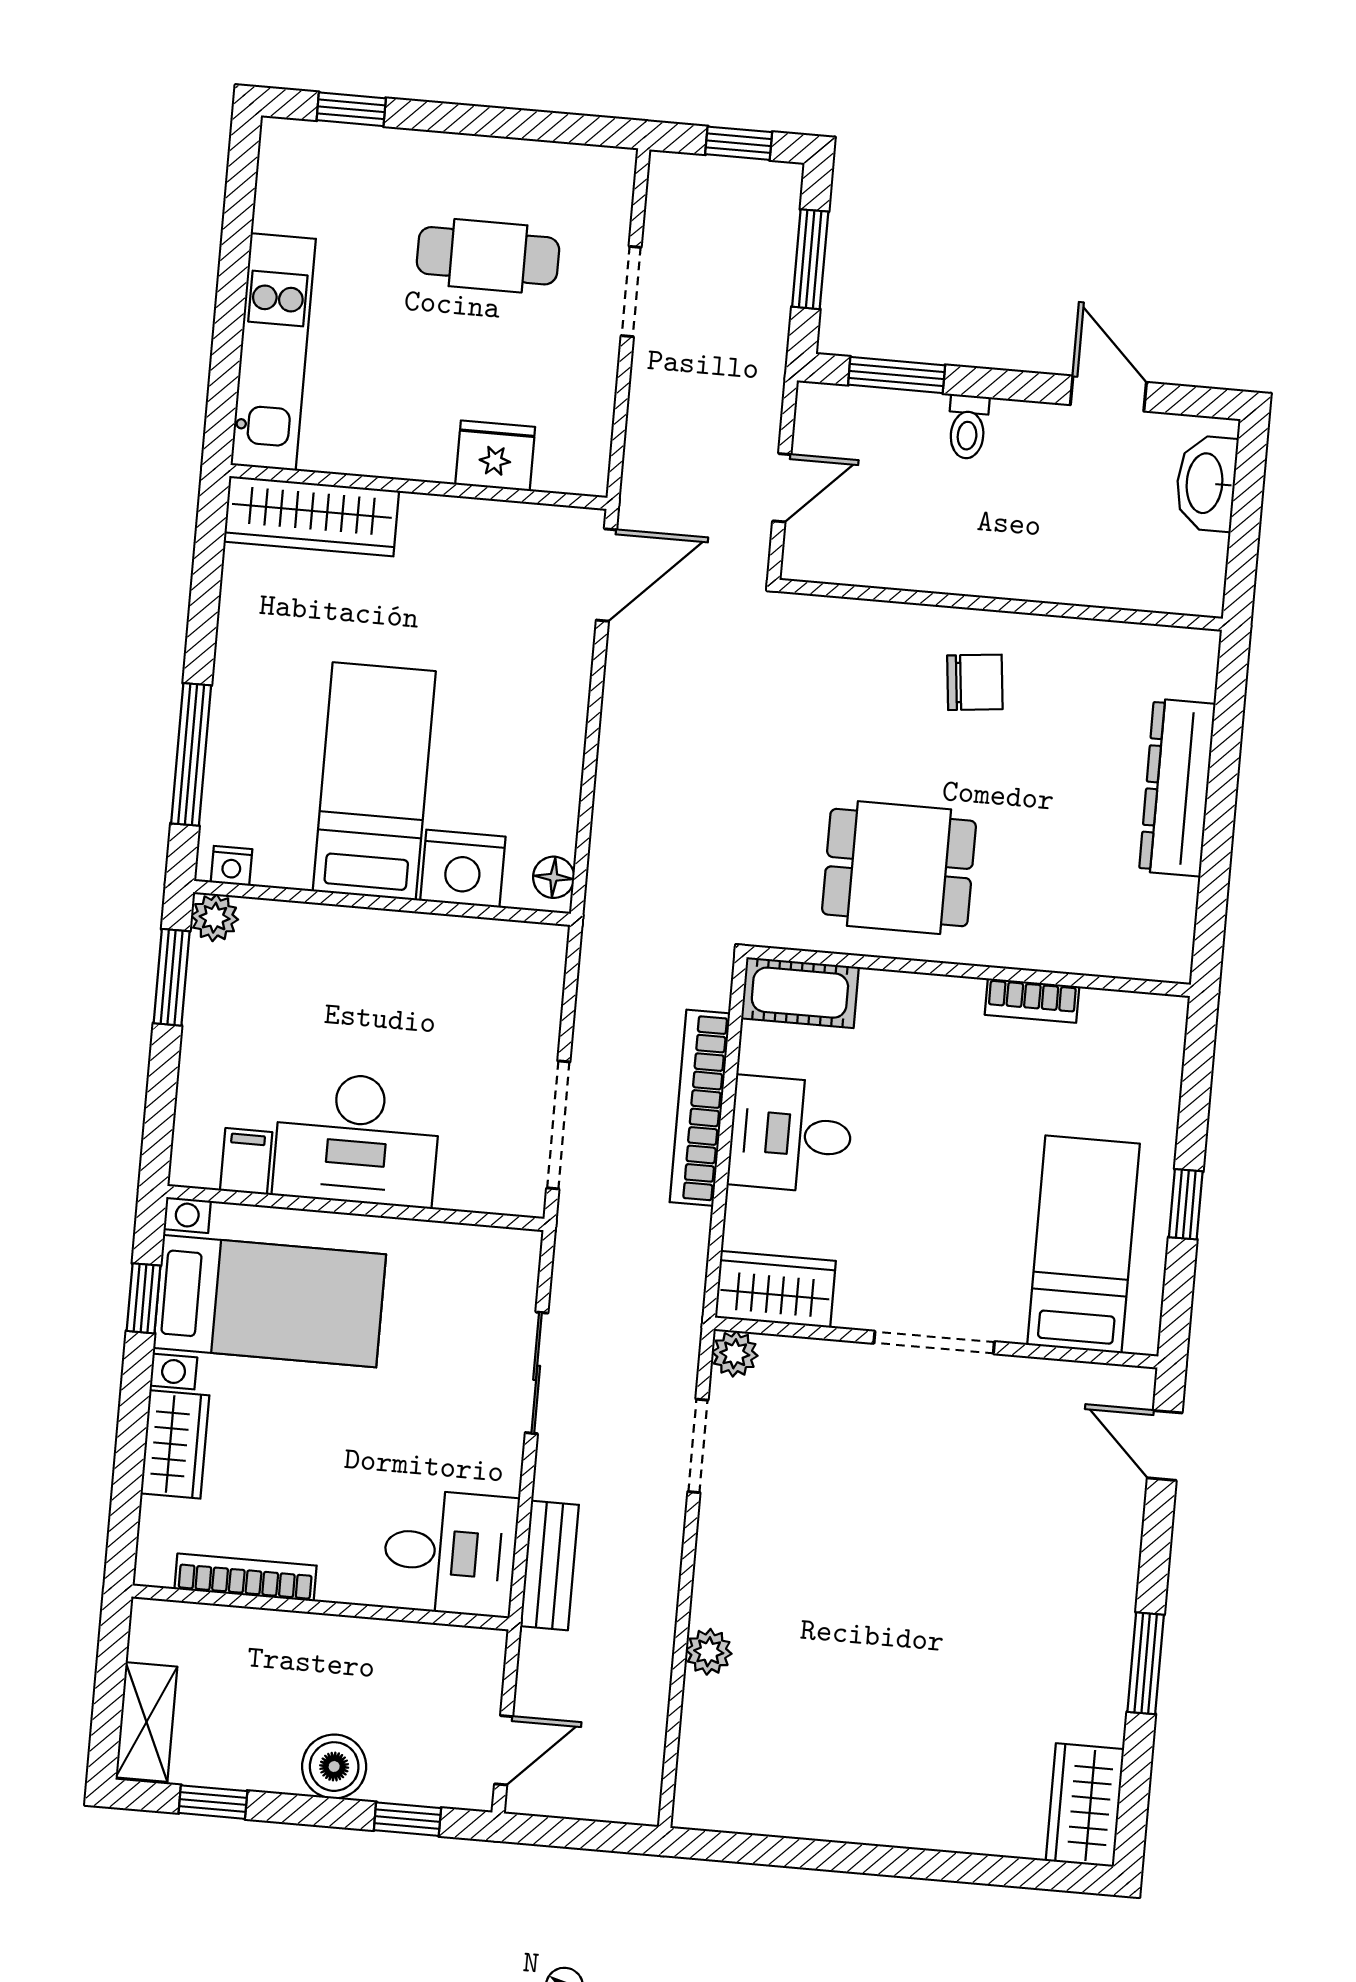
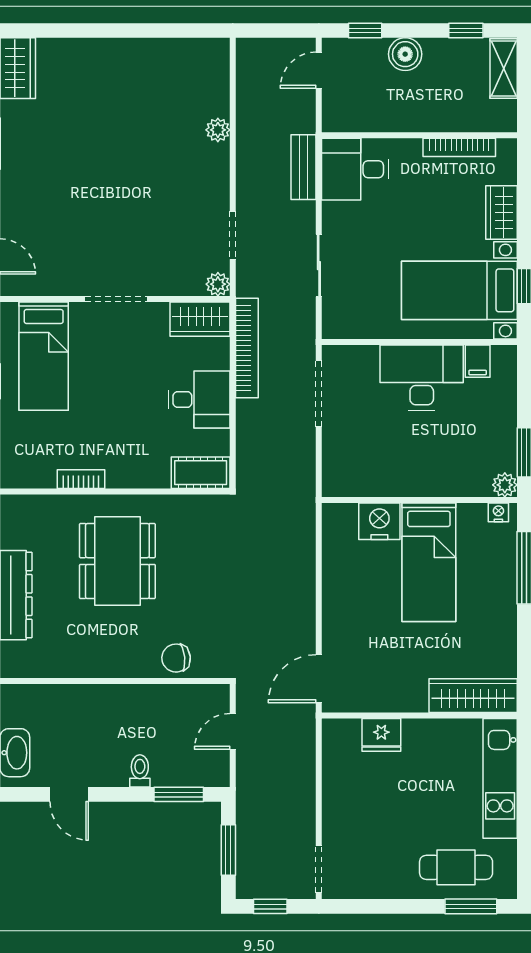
window: (351, 109) -> (471, 906), width x1.50
cafe table: (488, 256) -> (456, 867), moved
doorway: (631, 291) -> (319, 869), moved
chair: (975, 682) -> (176, 658), moved
dining table: (899, 868) -> (117, 561), moved, width x1.38
floor lamp: (554, 877) -> (332, 521), removed
bookcase: (700, 1108) -> (247, 348), moved

